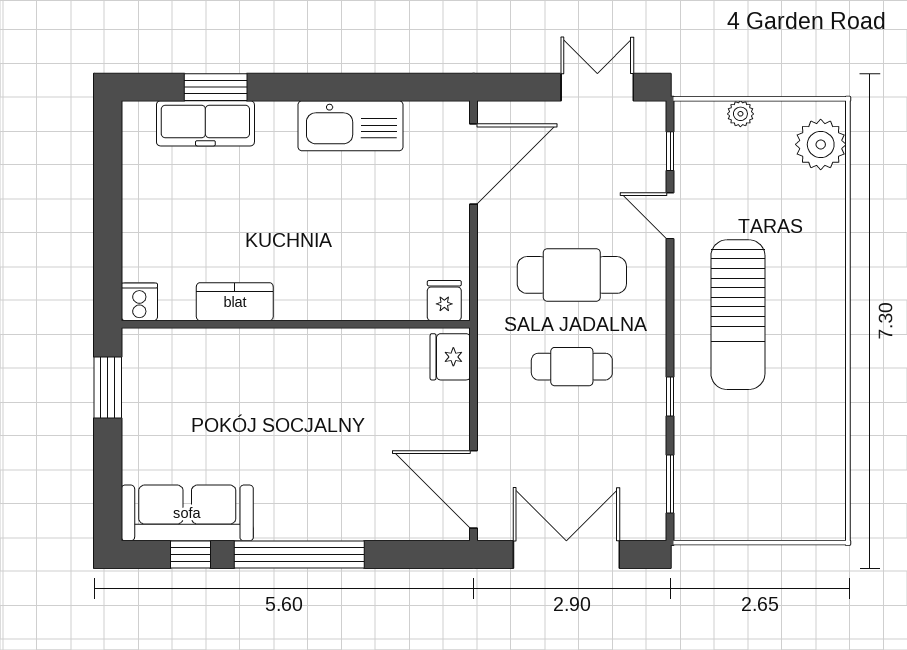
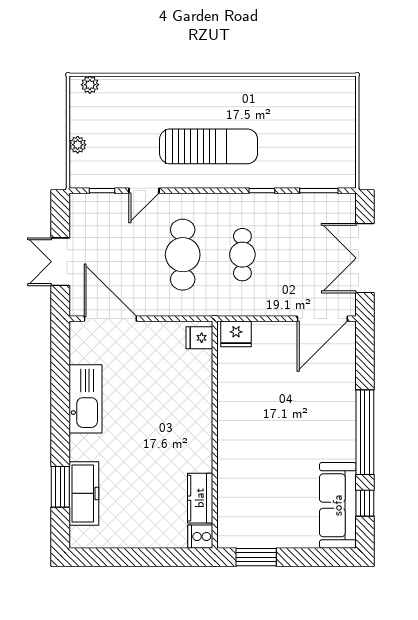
double door: (597, 87) -> (60, 262), moved
plant: (821, 144) -> (90, 85), width x0.53, depth x0.53
kitchen counter: (235, 302) -> (200, 498), moved

